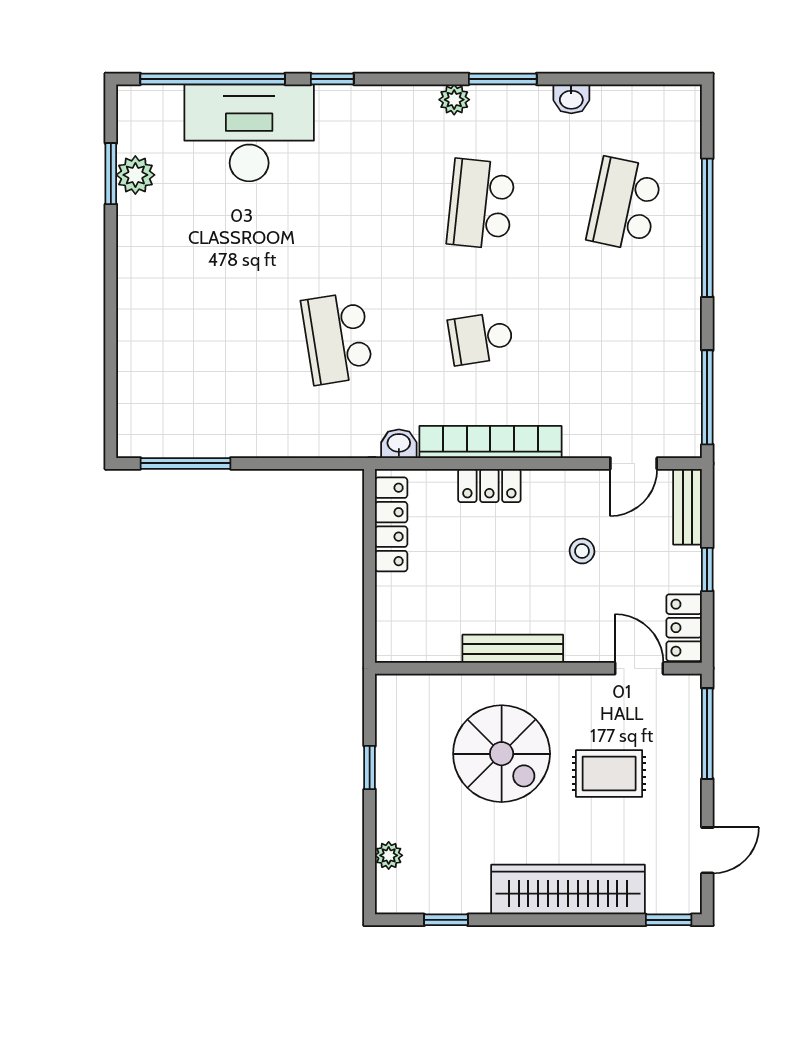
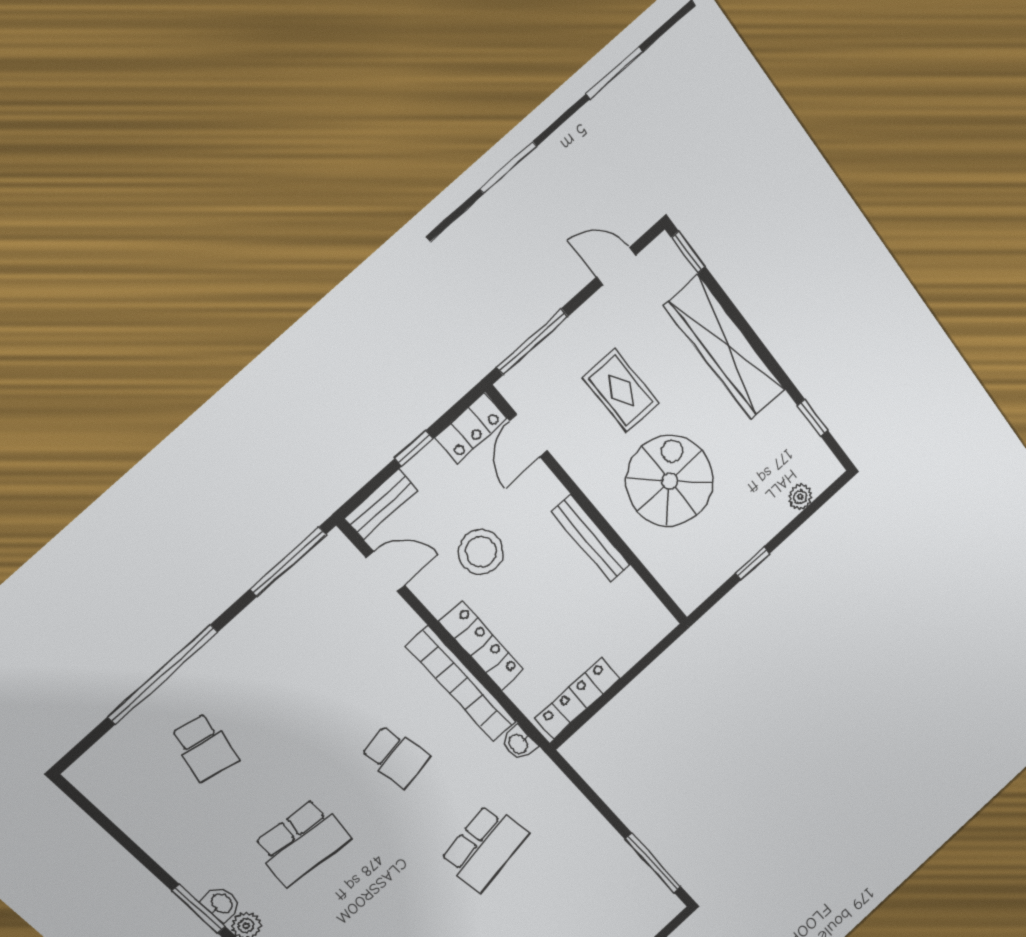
washbasin: (571, 99) -> (221, 904), moved
school desk: (625, 204) -> (204, 747), width x0.54
locker: (489, 486) -> (482, 646), width x1.53
stool: (582, 551) -> (481, 552), width x1.89, depth x1.89

